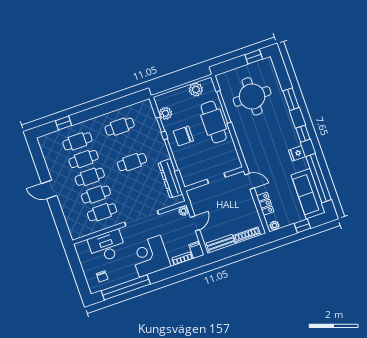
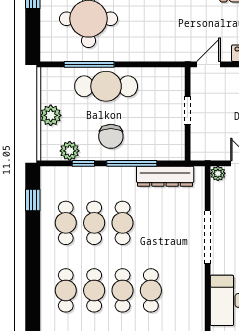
plant: (196, 90) -> (51, 115), moved
window: (64, 123) -> (33, 200), moved
cafe table: (102, 212) -> (94, 223), moved

